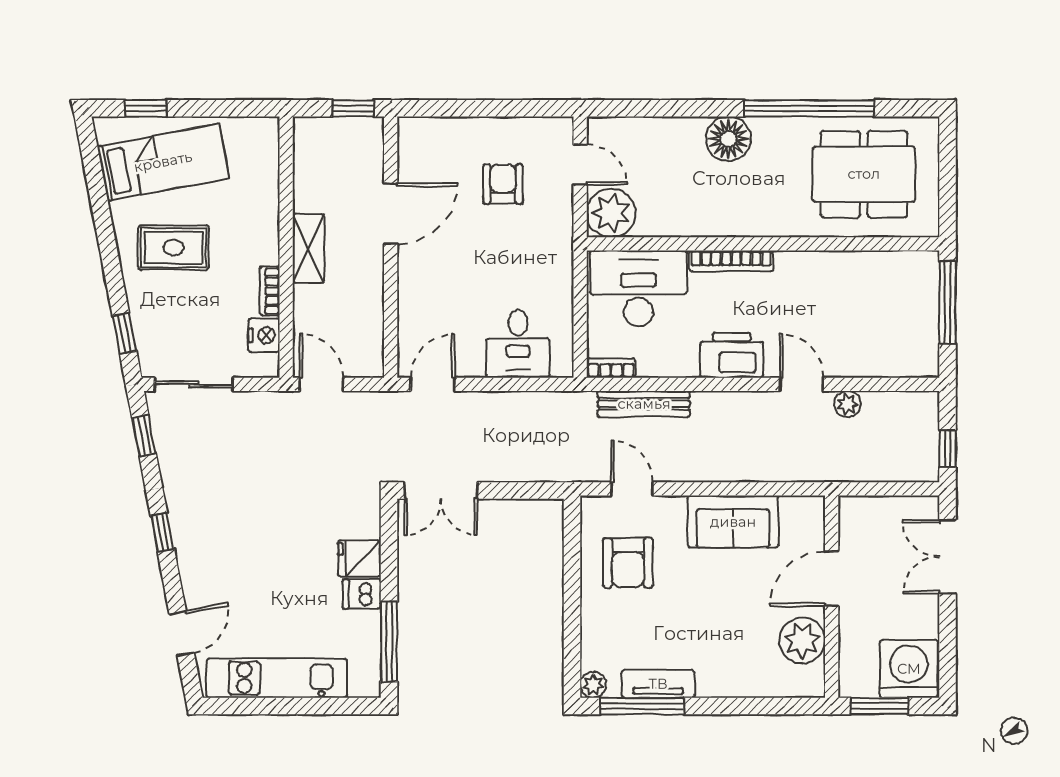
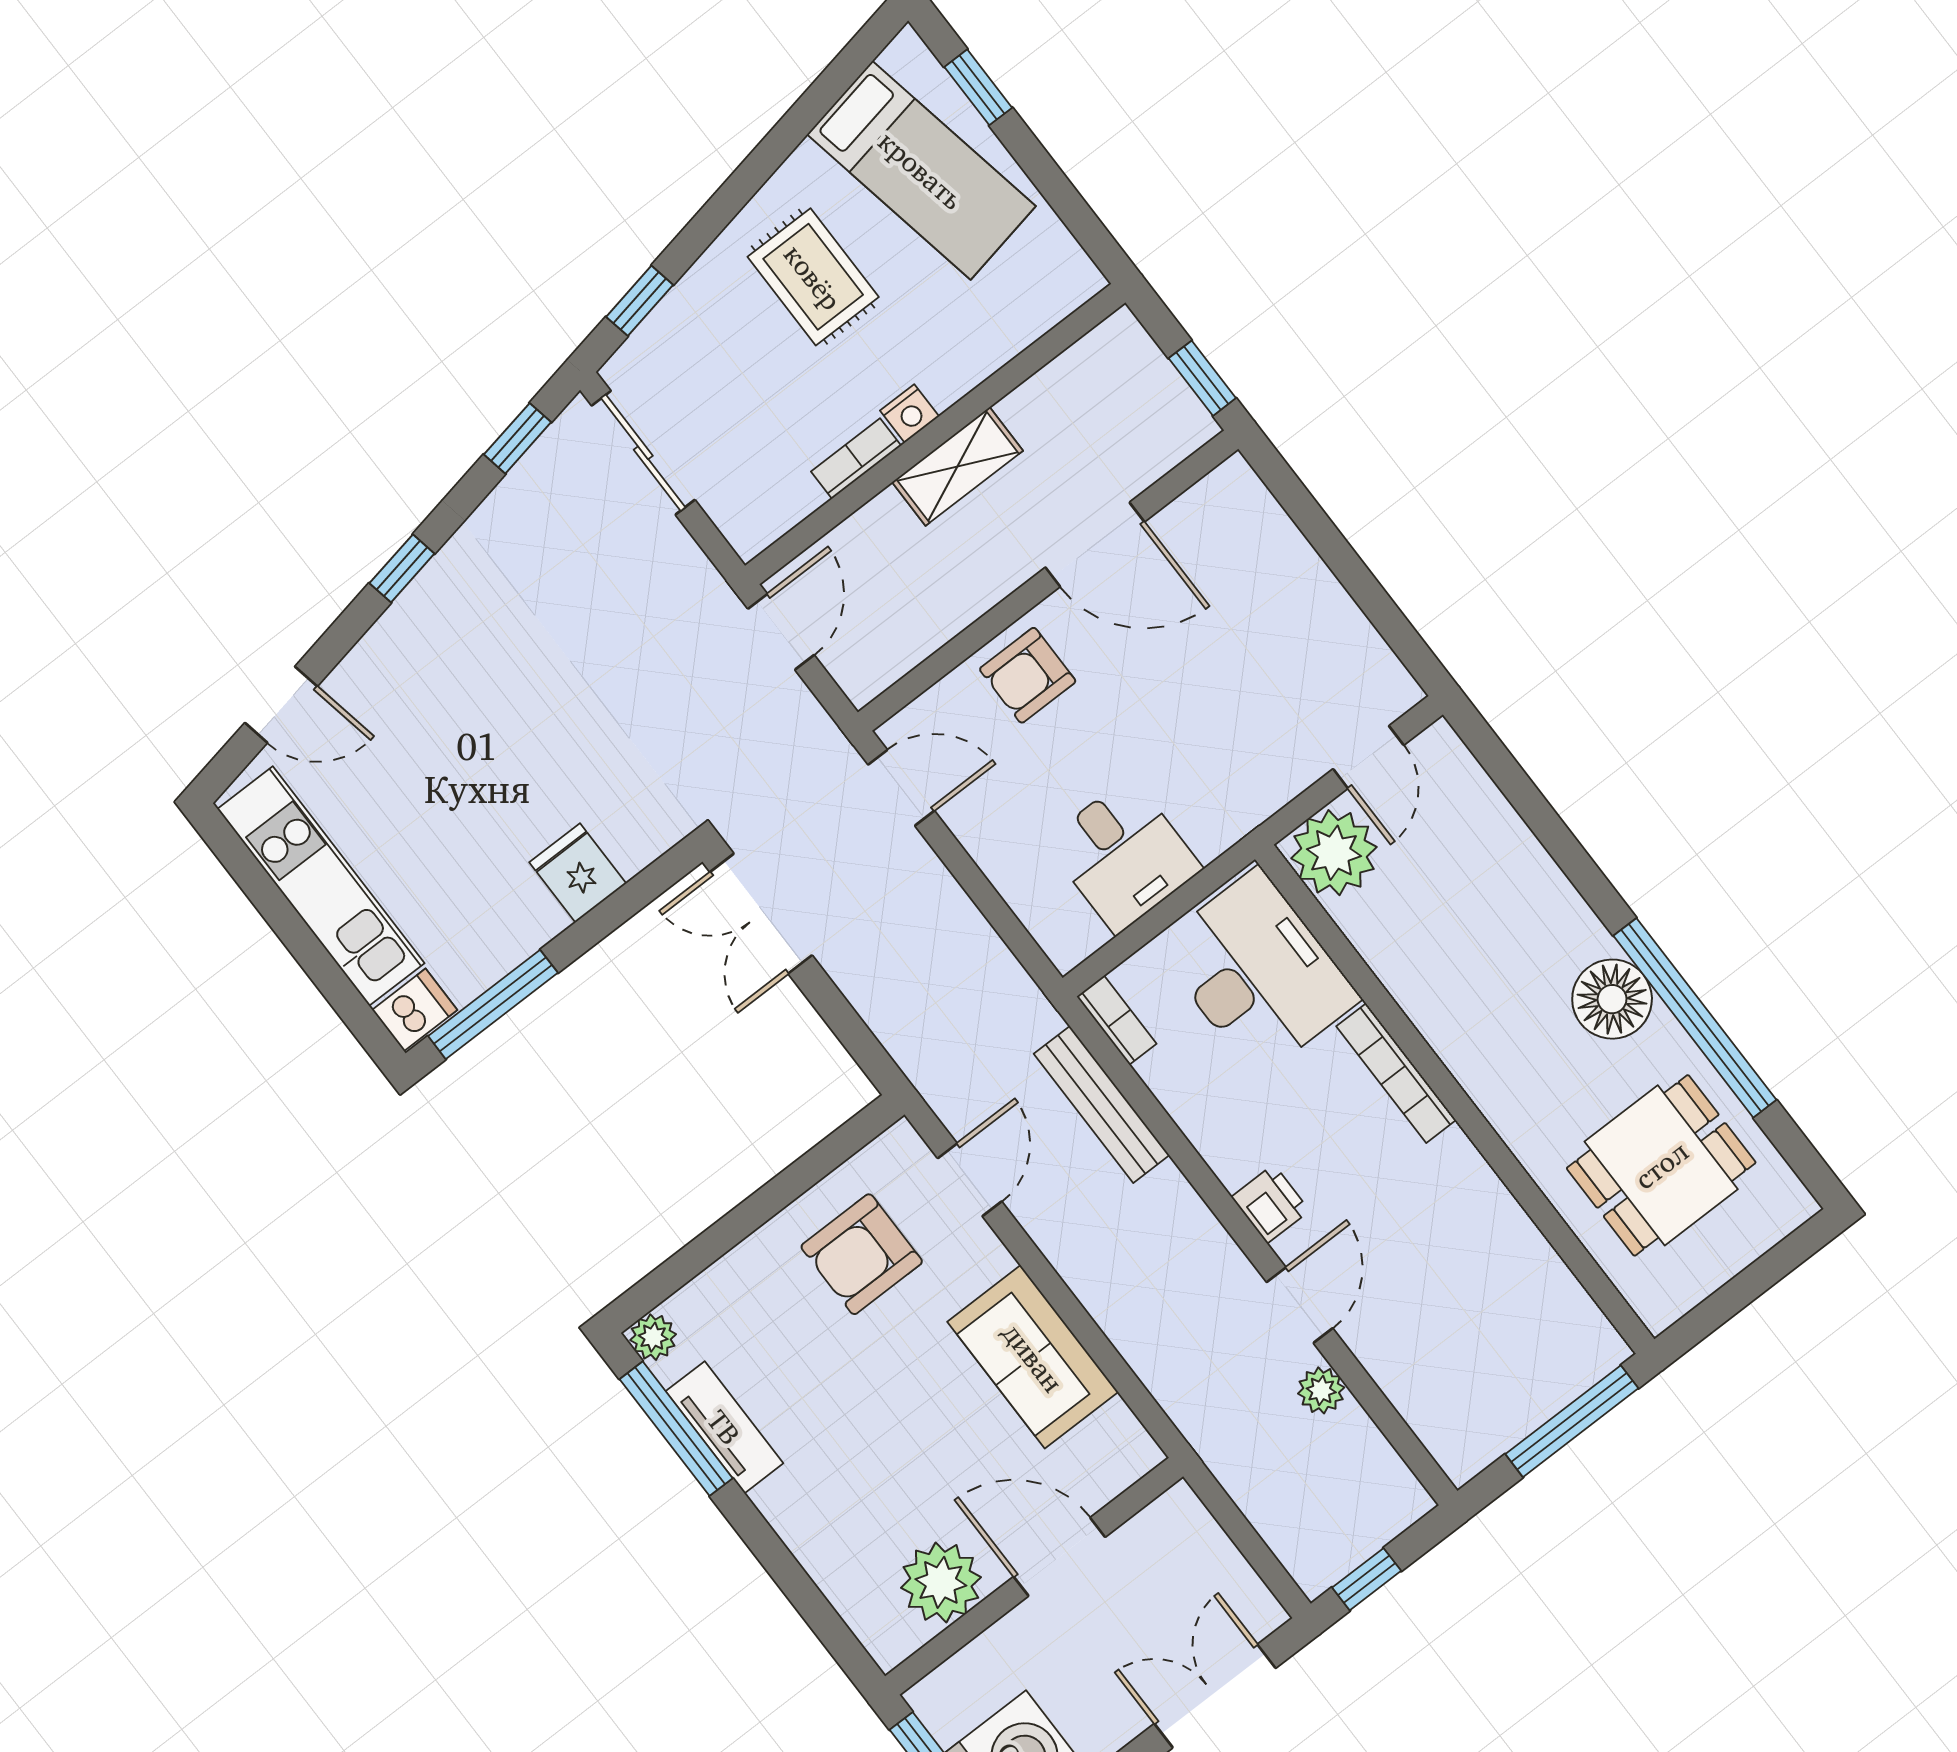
floor lamp: (728, 139) -> (1612, 999), moved
dining table: (864, 174) -> (1661, 1165), width x0.73
armchair: (503, 184) -> (1028, 675), moved, turned 180
nightstand: (264, 335) -> (909, 413), moved, width x0.72, depth x0.74
desk: (518, 344) -> (1123, 855), moved, turned -90
printer: (732, 355) -> (1270, 1204), width x0.53, depth x0.68
dishwasher: (362, 594) -> (415, 1010), moved, turned 90

